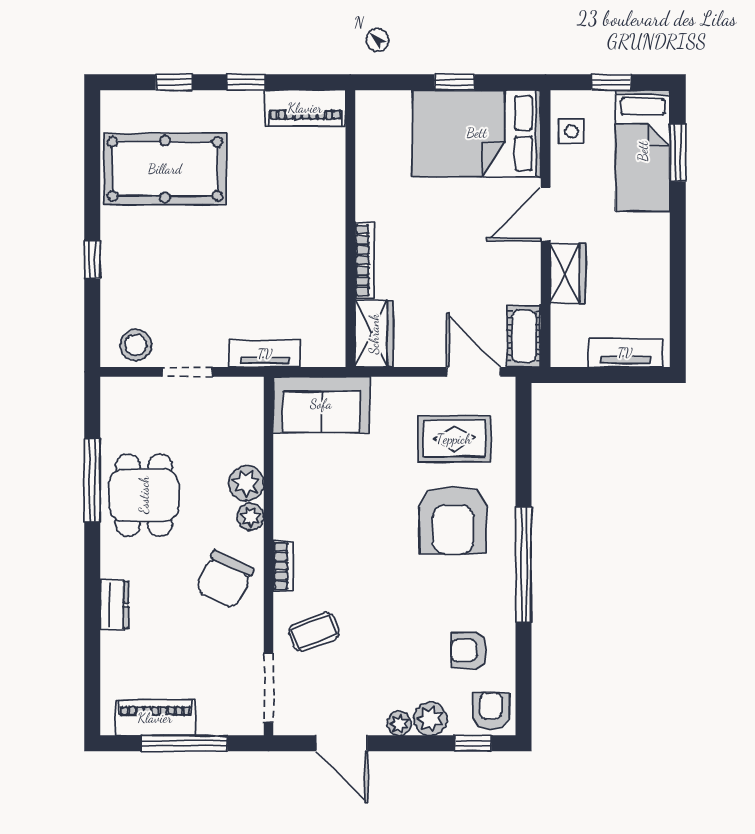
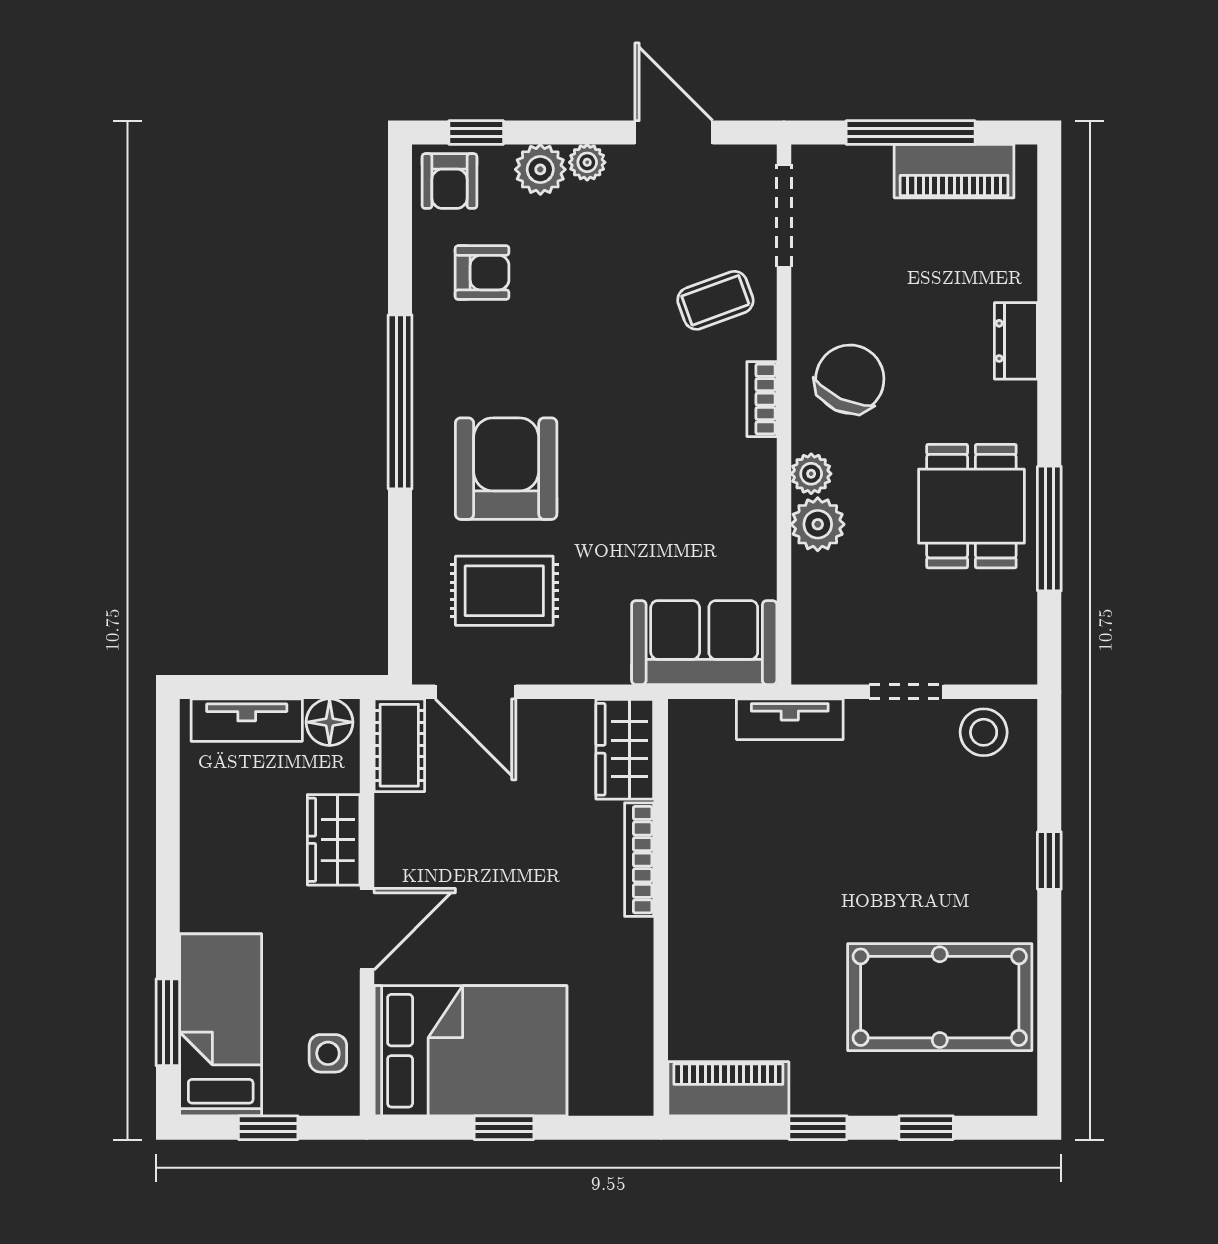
floor lamp: (570, 352) -> (330, 722), added

